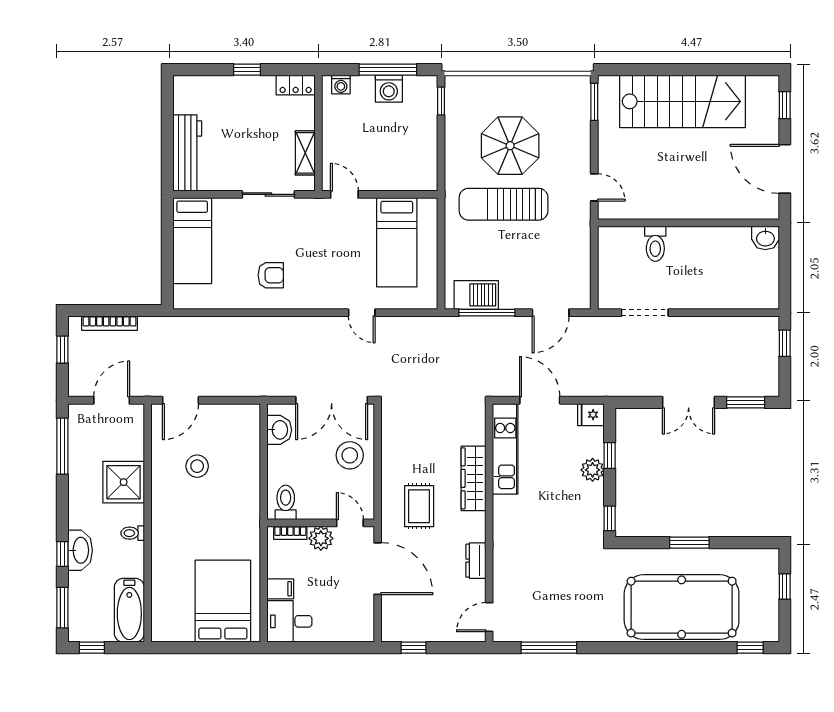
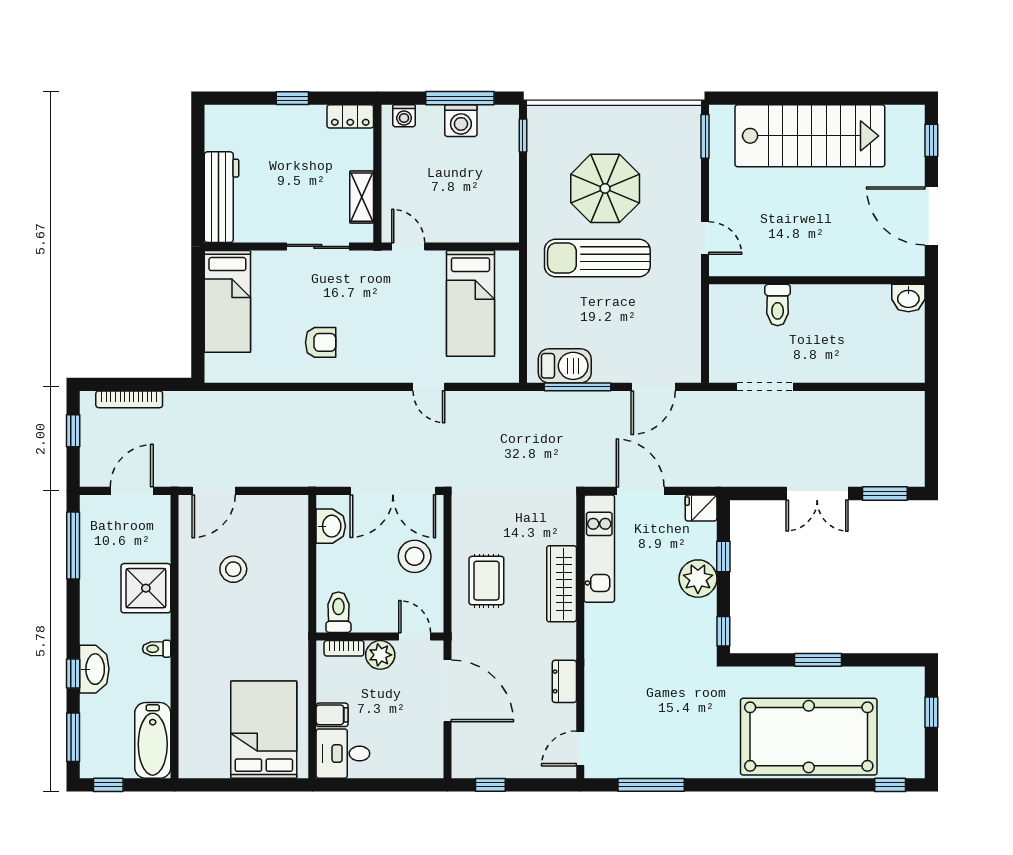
window: (785, 343) -> (931, 423), removed
plant: (593, 470) -> (698, 579), width x1.36, depth x1.36
rug: (419, 506) -> (486, 581), moved

